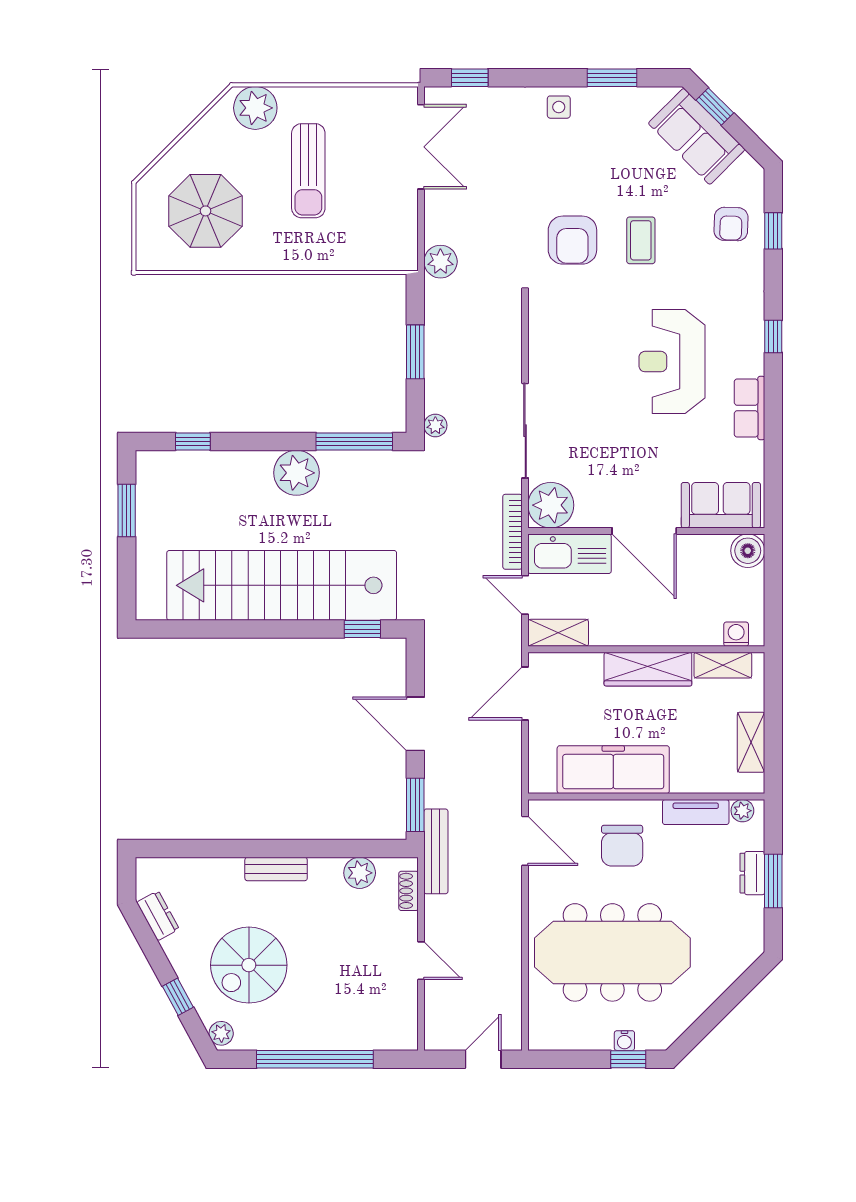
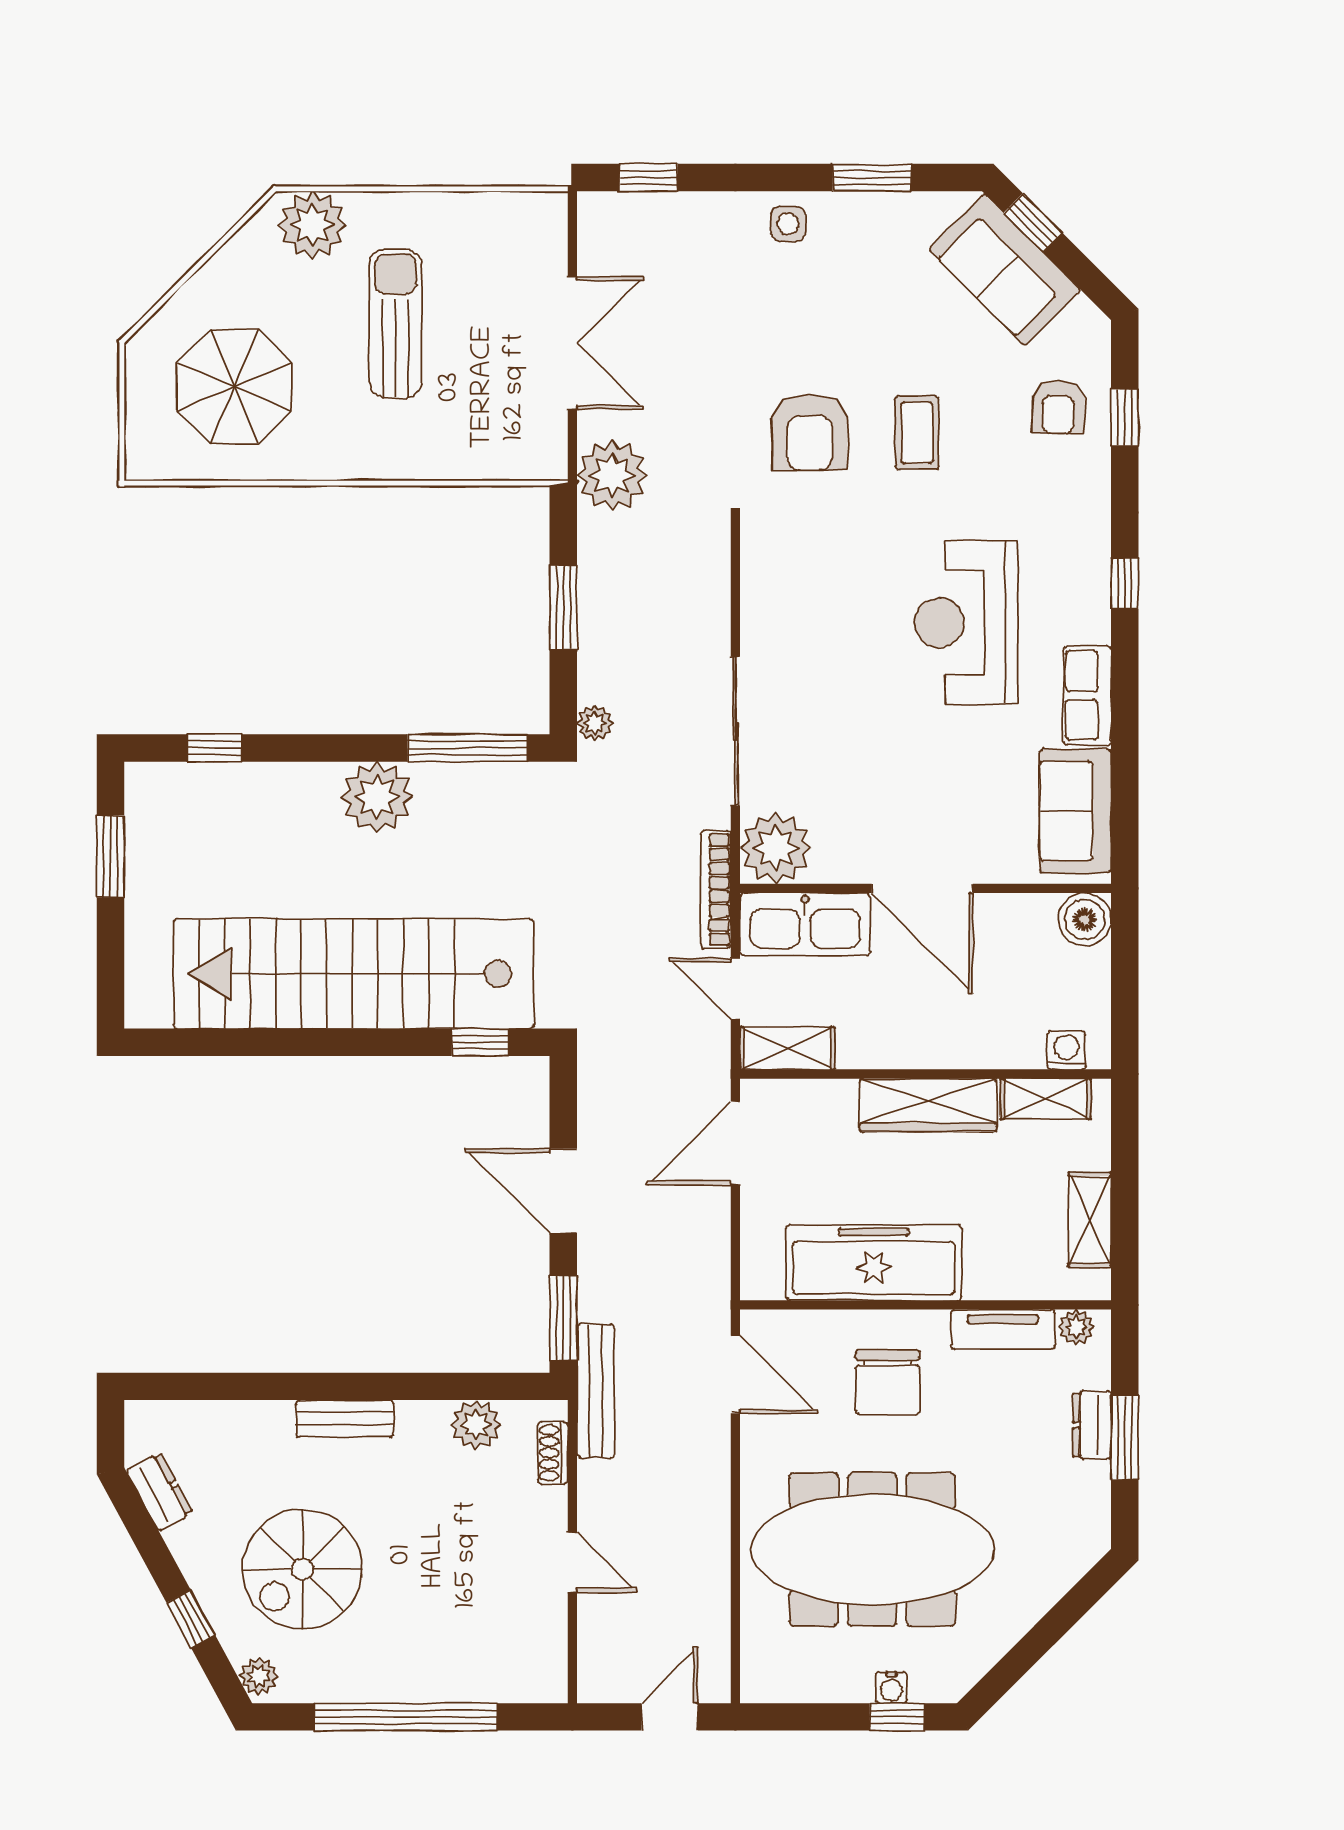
double door: (421, 147) -> (572, 343), moved
sun lounger: (308, 171) -> (396, 323), turned 180
plant: (440, 262) -> (612, 475), width x1.36, depth x1.36
sofa: (721, 505) -> (1075, 811), moved, turned -90

